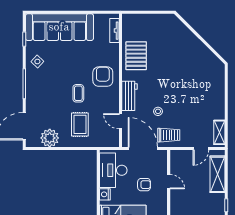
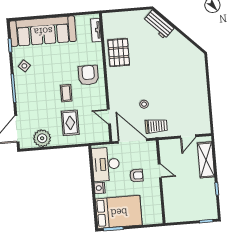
workbench: (130, 96) -> (159, 24), moved, turned 135
shelving: (219, 132) -> (204, 120), removed

